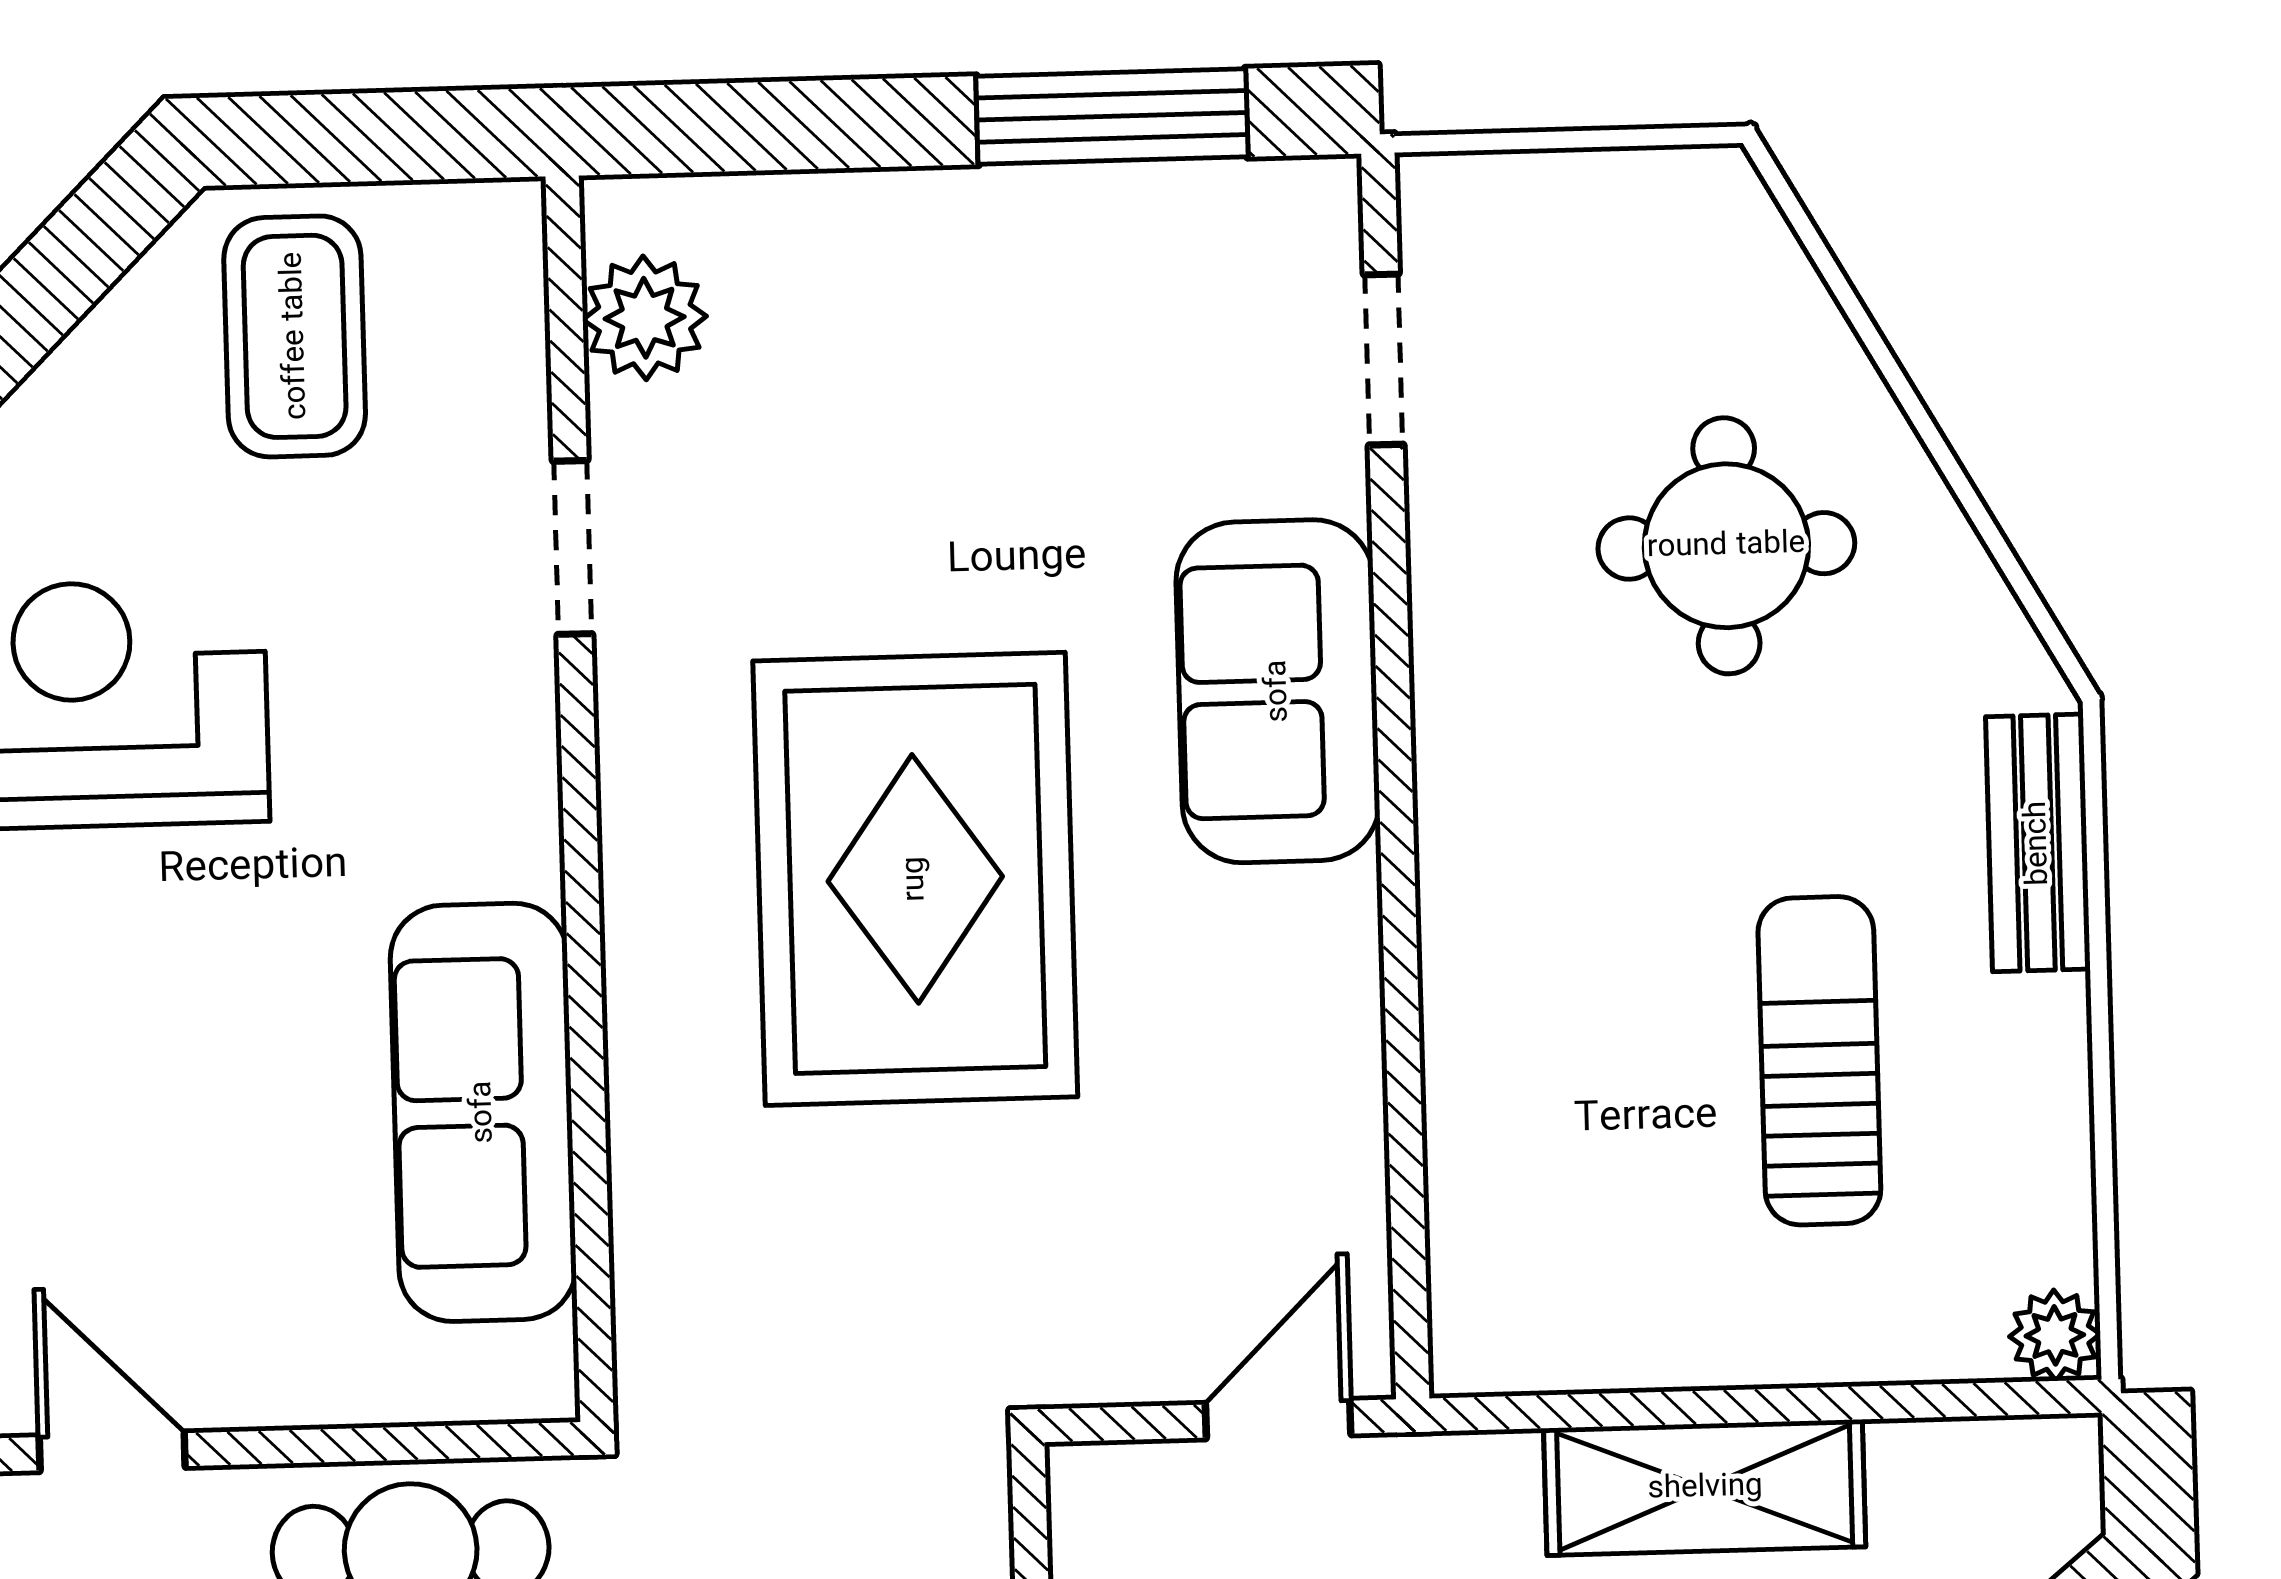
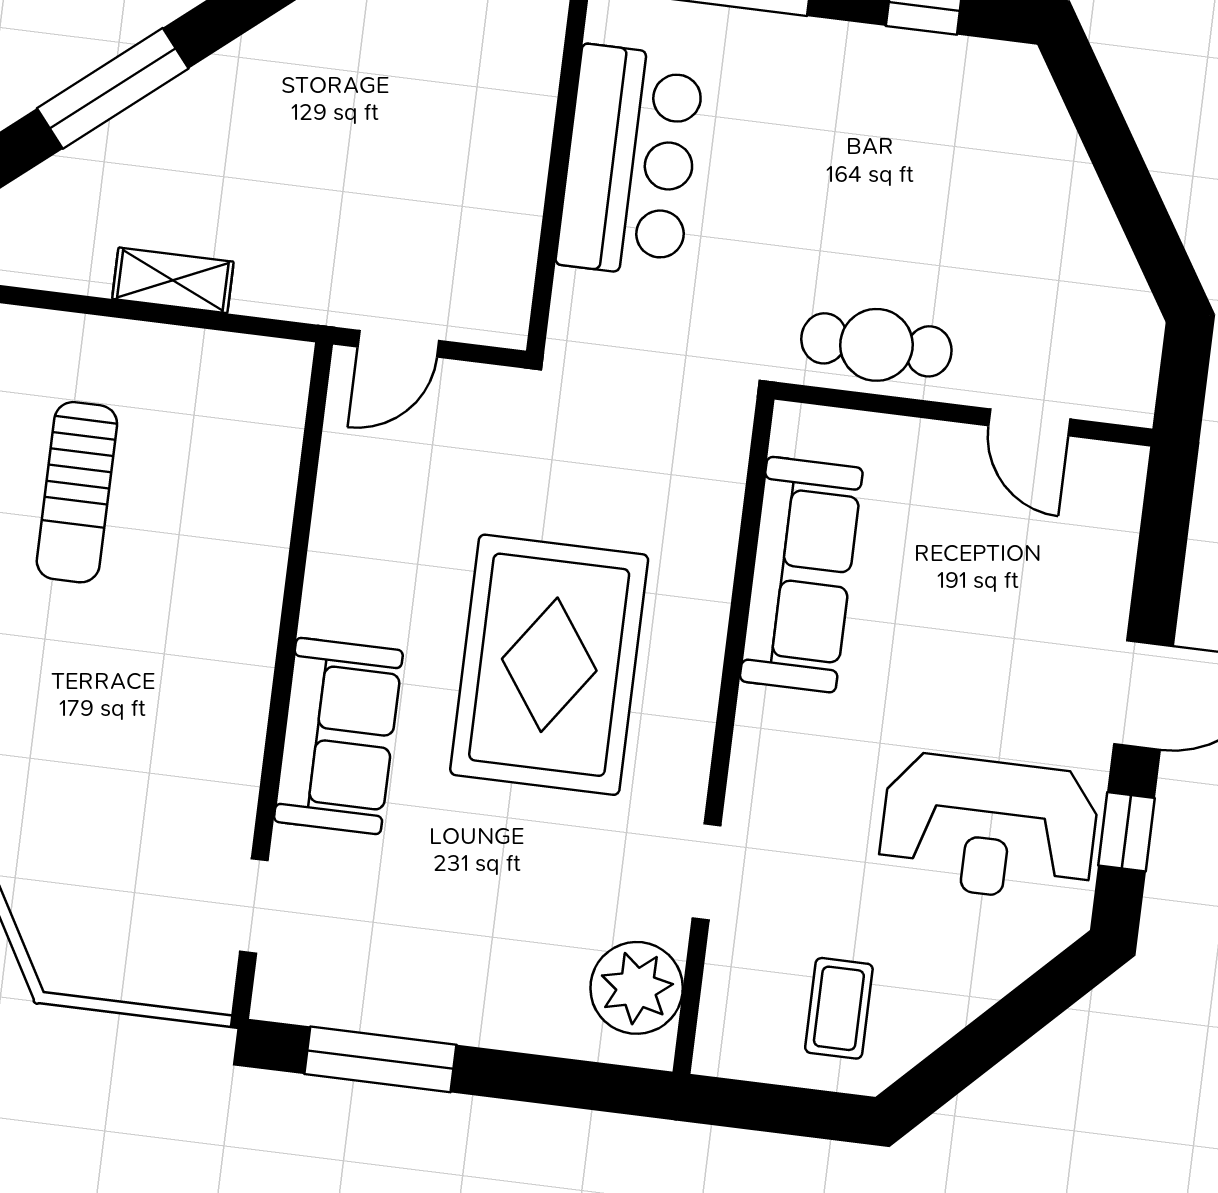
plant: (645, 318) -> (637, 988), width x1.36, depth x1.36
coffee table: (295, 336) -> (839, 1008), width x0.73, depth x0.77
round table: (1726, 546) -> (85, 777), removed
shelving: (1705, 1488) -> (173, 280), width x0.67, depth x0.75

